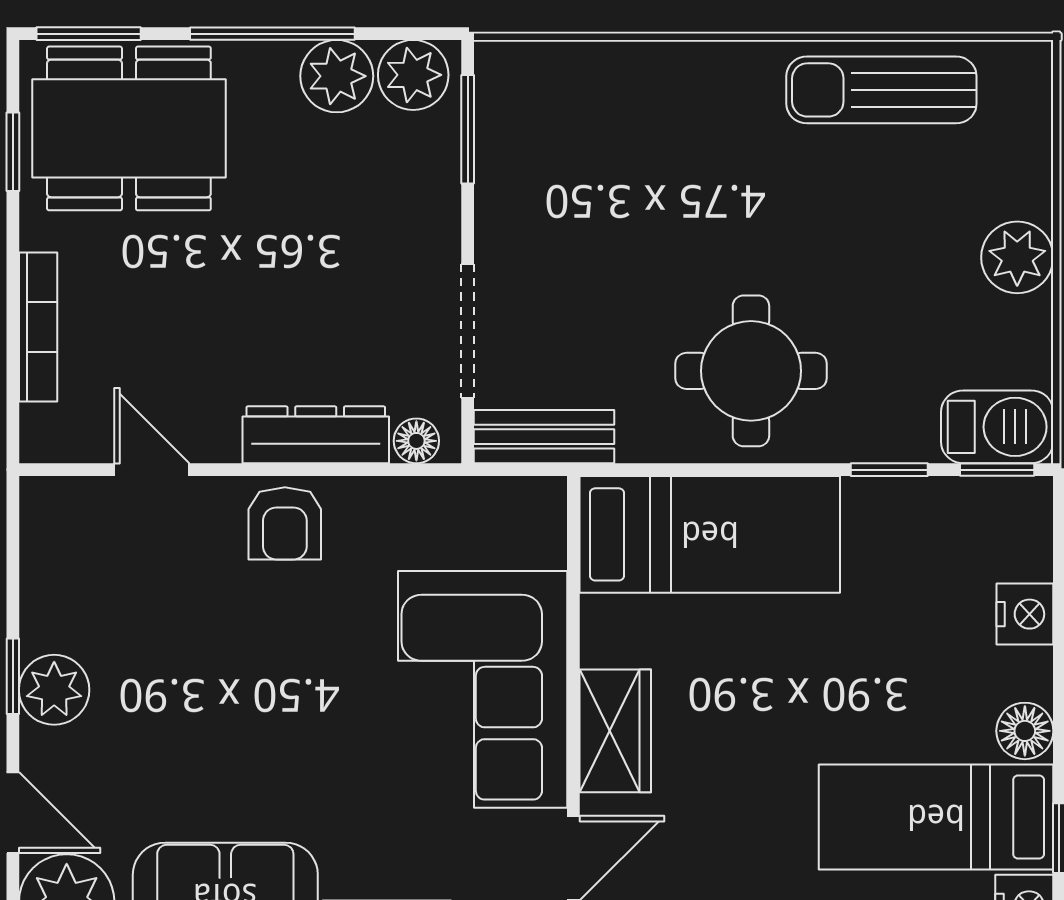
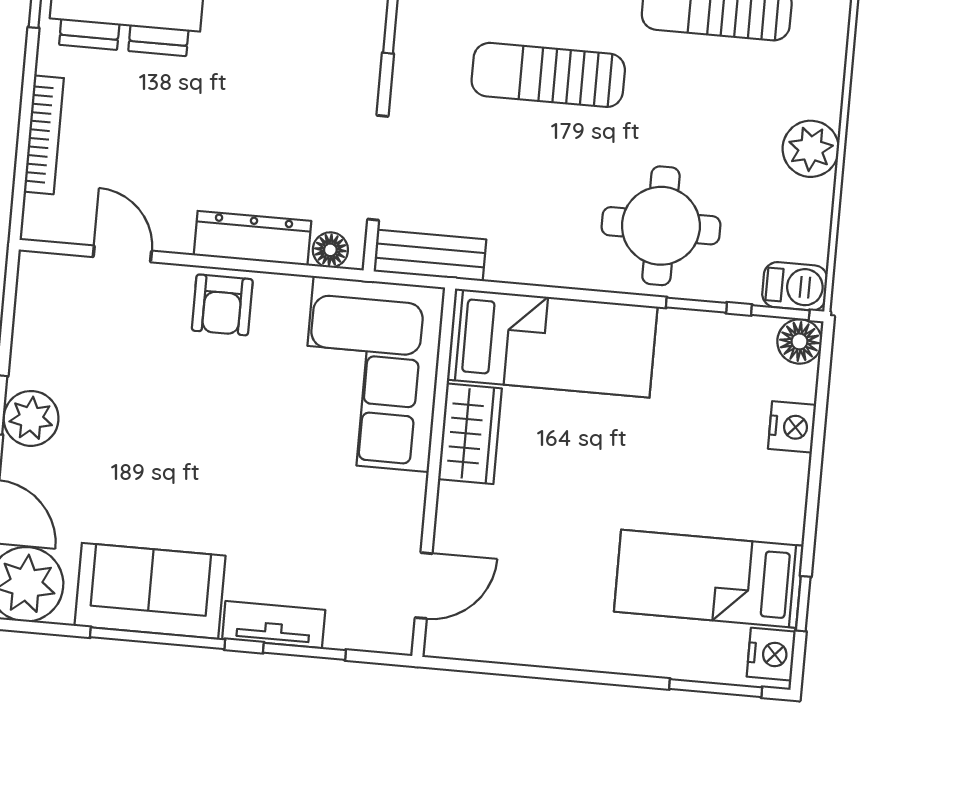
sun lounger: (674, 193) -> (548, 75), added
round table: (751, 371) -> (661, 226), moved
barbecue: (997, 427) -> (795, 286), width x0.73, depth x0.79
corner sofa: (483, 689) -> (371, 374), moved
wardrobe: (615, 731) -> (470, 434), moved
floor lamp: (1025, 731) -> (799, 341), moved

